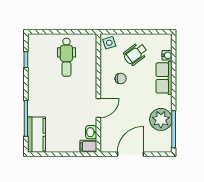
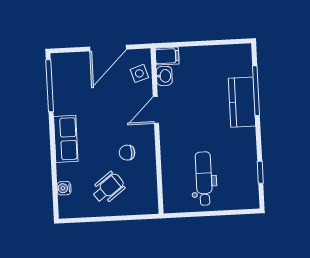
side table: (109, 43) -> (139, 73), moved
row of seats: (164, 78) -> (66, 139), moved
plant: (161, 119) -> (68, 99), removed
kitchen counter: (36, 135) -> (242, 102), moved

